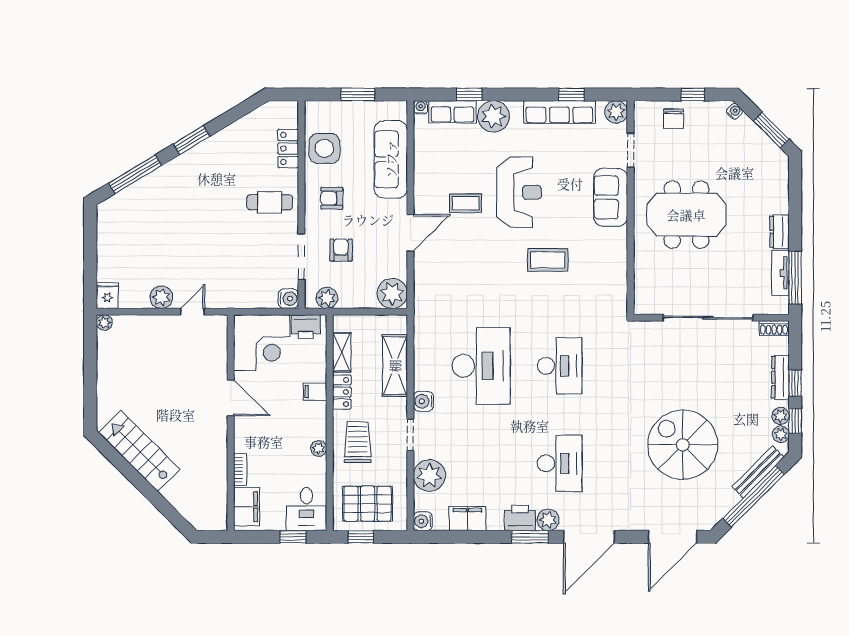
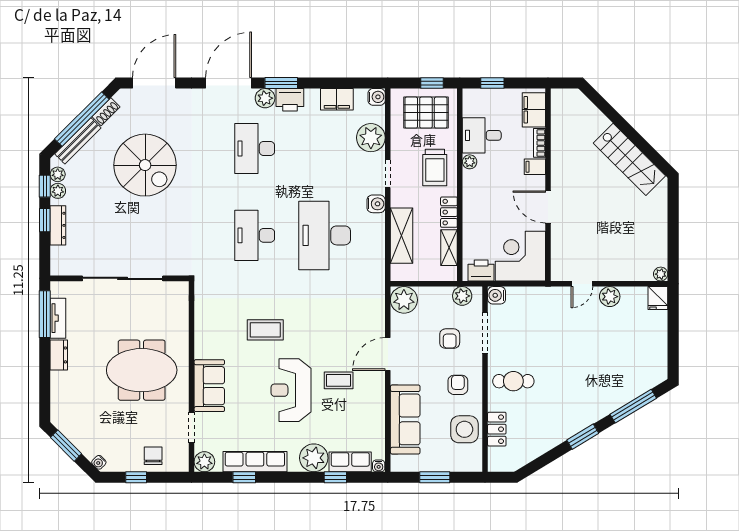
armchair: (332, 198) -> (458, 385), turned -90
shoe rack: (774, 328) -> (106, 112), moved, turned 135
filing cabinet: (315, 392) -> (535, 167), moved, turned 180
desk: (307, 509) -> (482, 135), moved, turned -90

